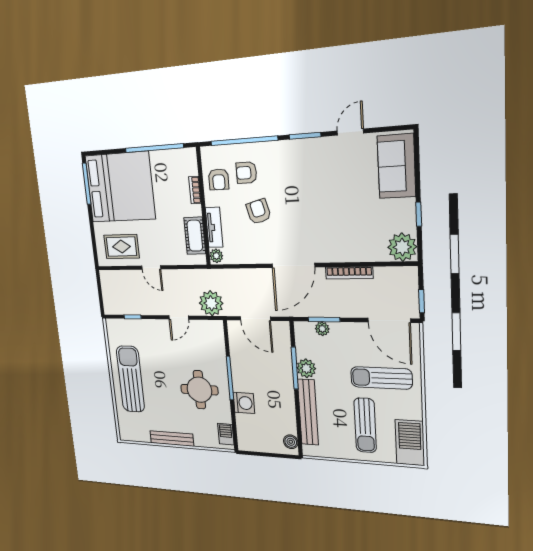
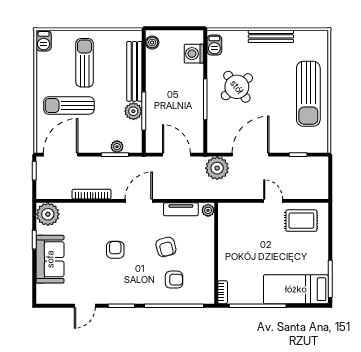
sofa: (396, 166) -> (50, 259), moved
armchair: (219, 179) -> (115, 250), moved
bed: (120, 187) -> (296, 289), width x0.49
bookcase: (195, 190) -> (223, 292), moved
tv unit: (214, 227) -> (181, 209), moved, turned -90
cot: (195, 236) -> (227, 228), removed
door: (293, 265) -> (139, 201), width x0.73
door: (179, 318) -> (251, 155), width x1.87
door: (389, 320) -> (61, 155), hinge flipped
sun lounger: (381, 378) -> (69, 105), turned 180
round table: (199, 390) -> (237, 87), turned -38
washing machine: (244, 403) -> (194, 54), moved
barbecue: (410, 443) -> (44, 41), width x0.53, depth x0.65

